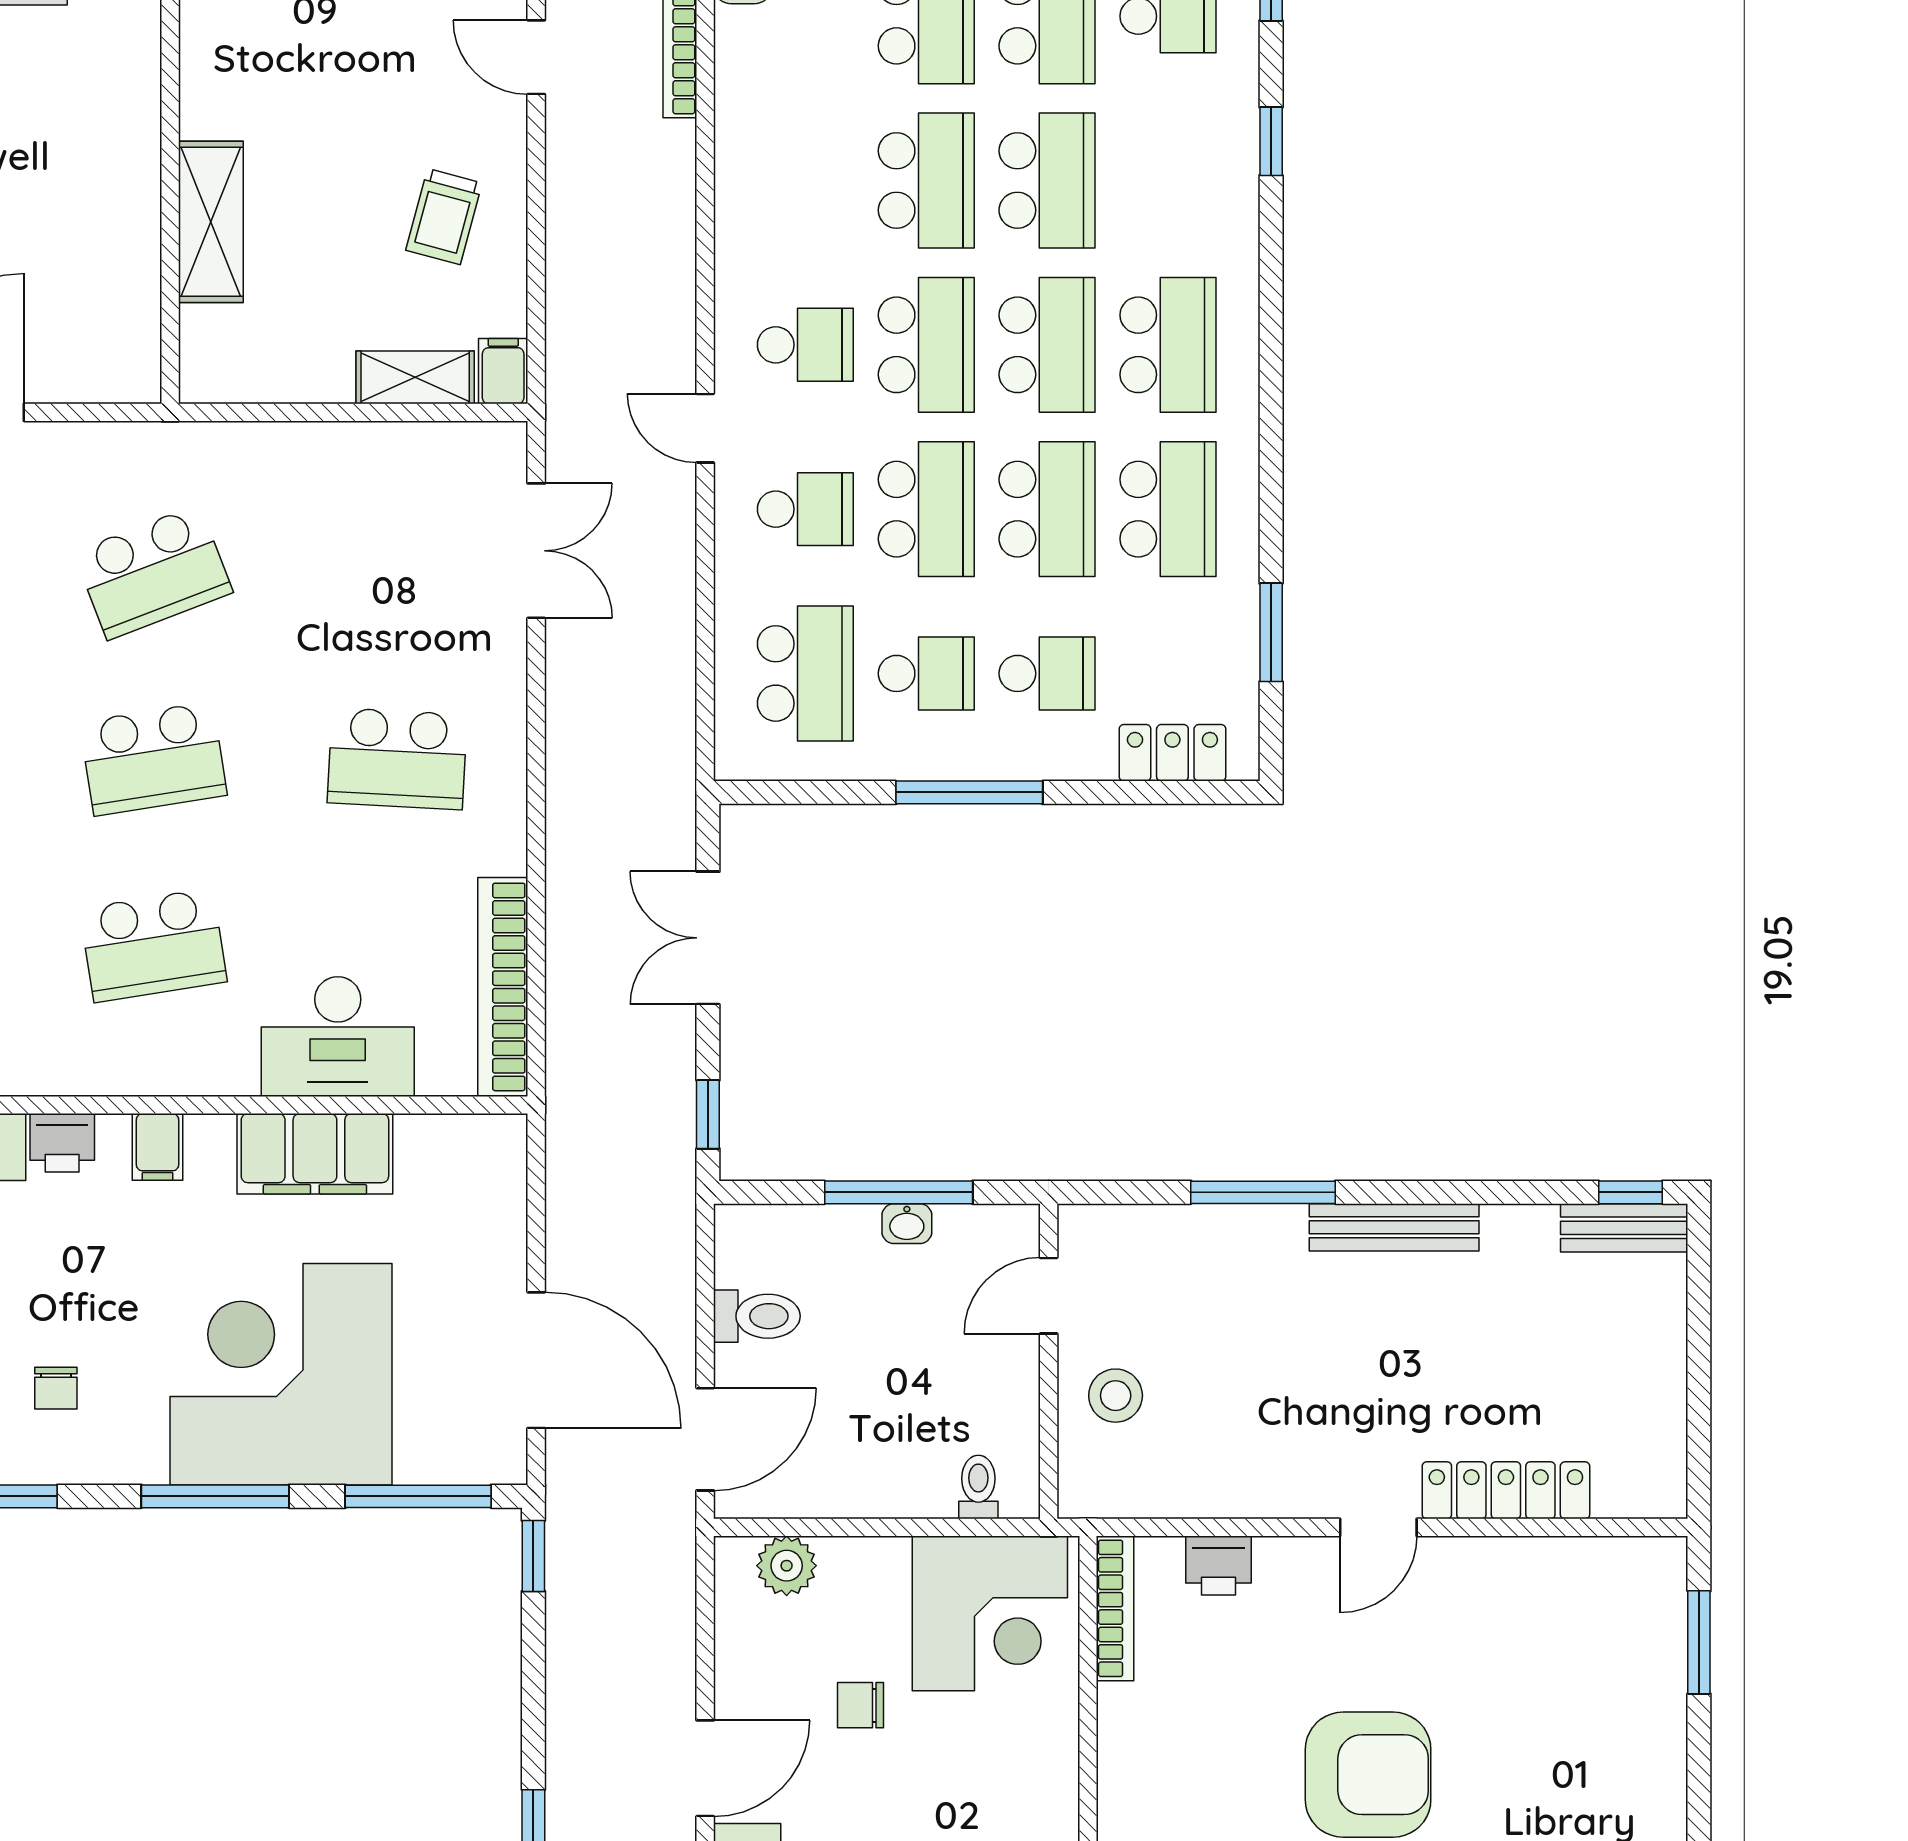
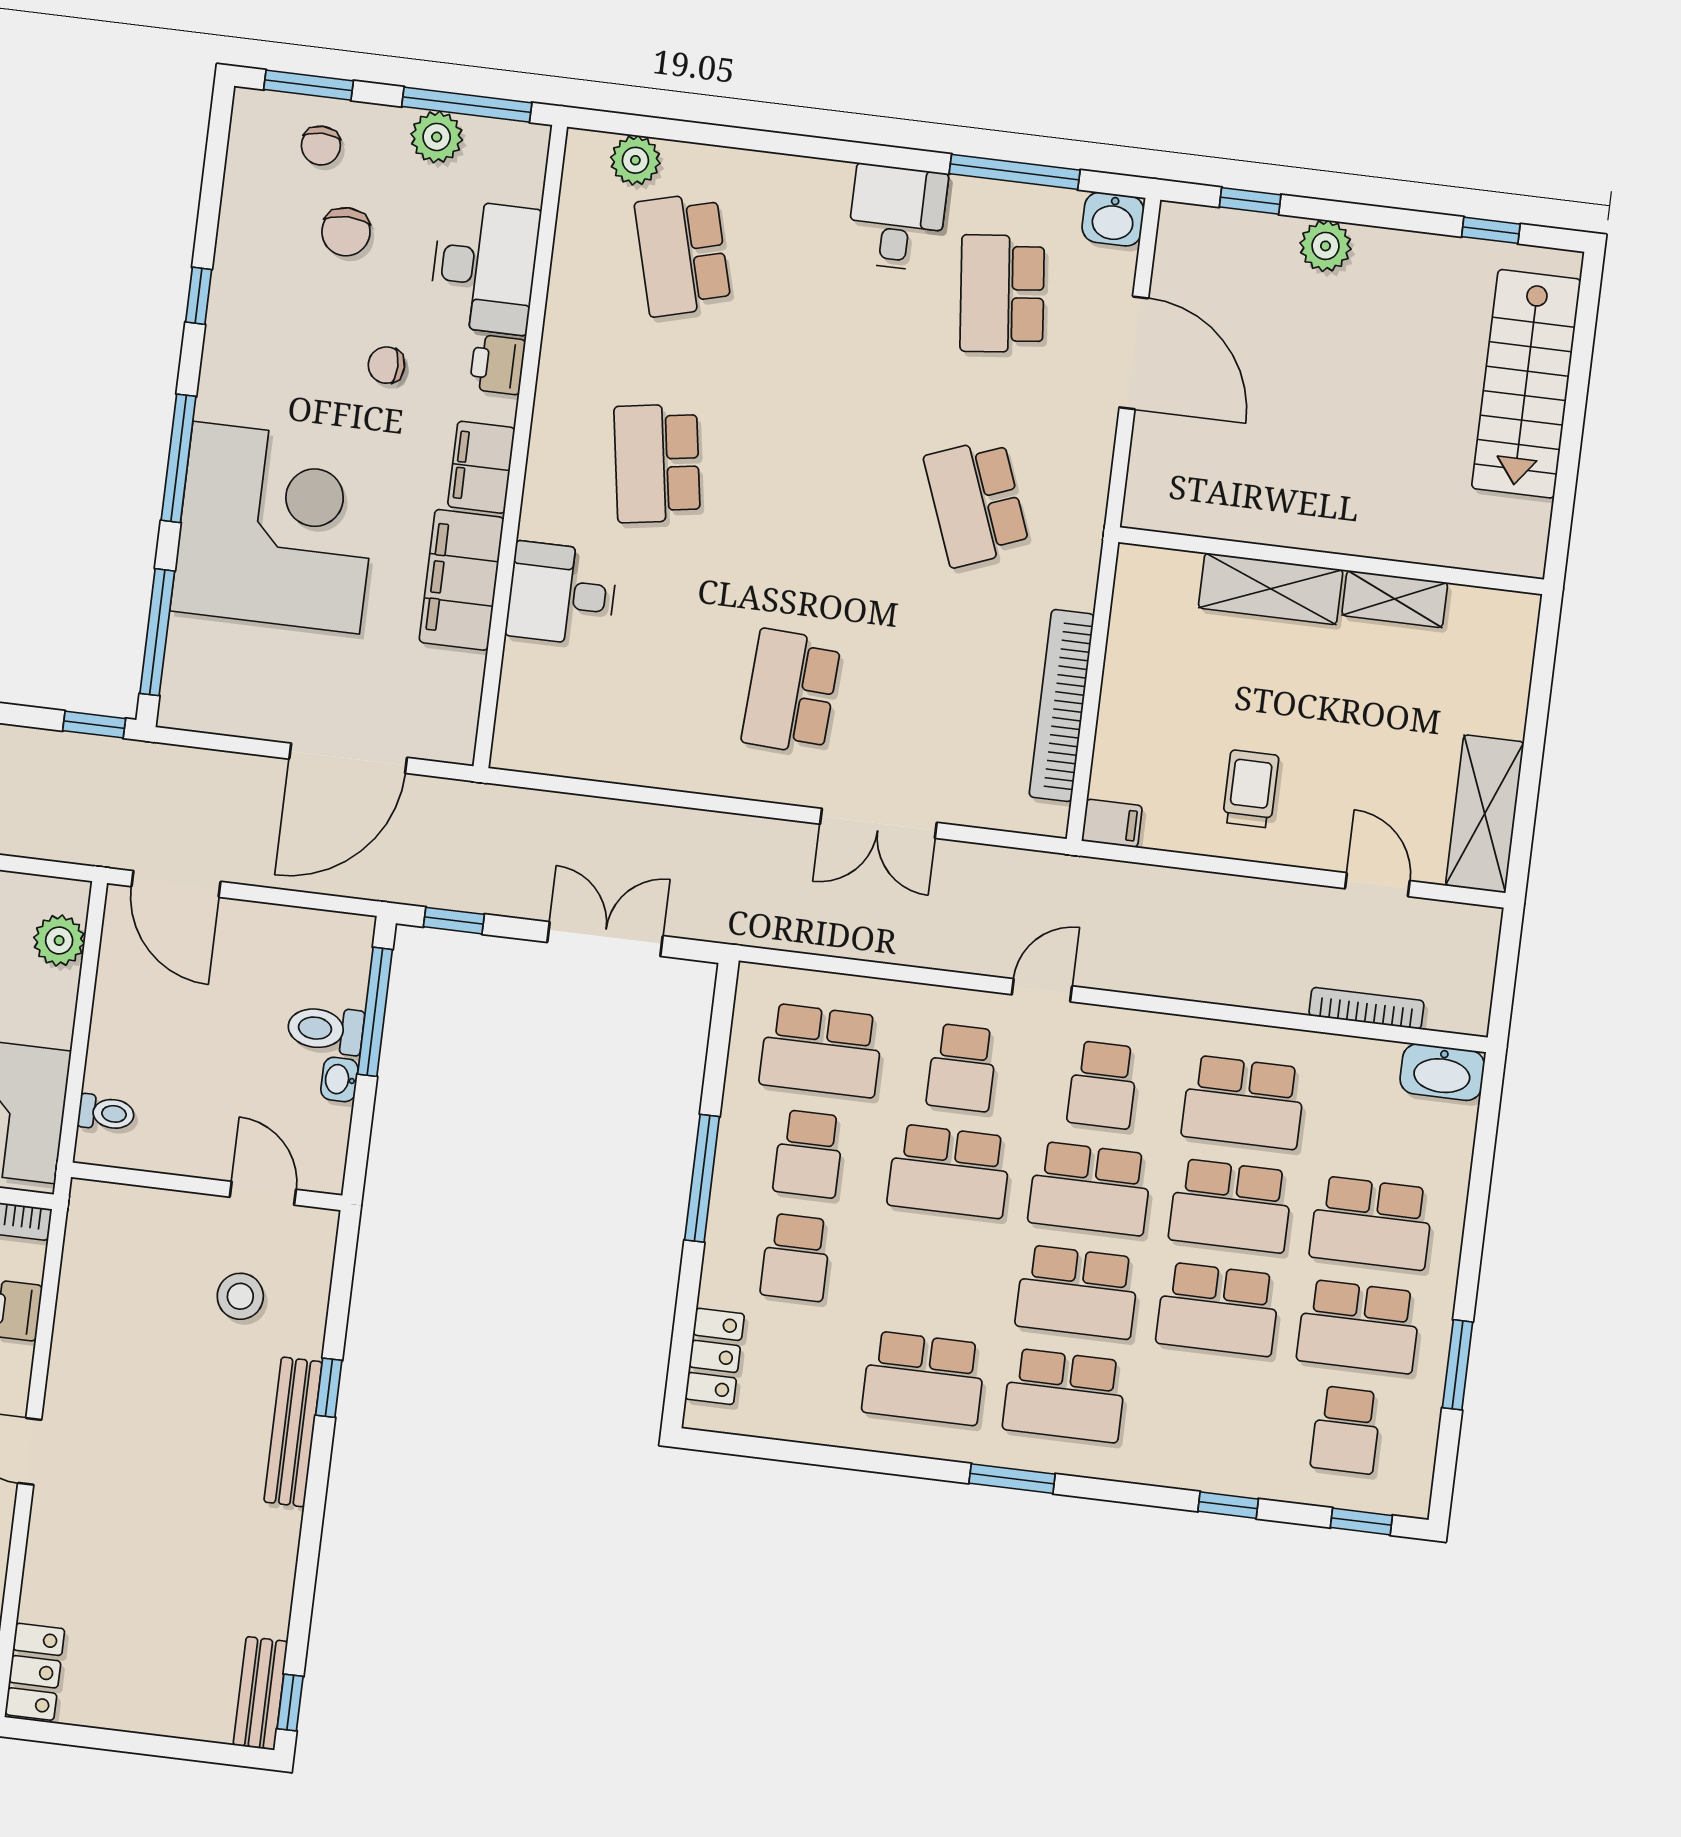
door: (536, 57) -> (1377, 885), hinge flipped
trolley: (444, 217) -> (1251, 789), turned 75
shelving: (415, 377) -> (1395, 599), moved, turned 90
school desk: (1047, 509) -> (1243, 1102), moved
double door: (536, 551) -> (878, 823), moved
window: (1271, 632) -> (1012, 1479), moved
school desk: (153, 759) -> (817, 483), removed
bookcase: (503, 987) -> (1062, 706), moved, turned -90
desk: (338, 1037) -> (562, 594), width x0.73
filing cabinet: (157, 1147) -> (481, 467), width x2.00
window: (899, 1192) -> (375, 1012), moved
window: (1263, 1192) -> (329, 1388), width x0.46
bench: (1394, 1227) -> (293, 1432), moved
toilet: (757, 1316) -> (325, 1029), moved, turned 90
door: (536, 1360) -> (348, 758), moved
chair: (56, 1388) -> (386, 365), moved
stool: (1116, 1396) -> (240, 1296), moved
locker: (1506, 1490) -> (35, 1672), moved, width x0.66

